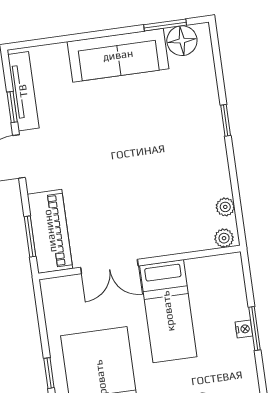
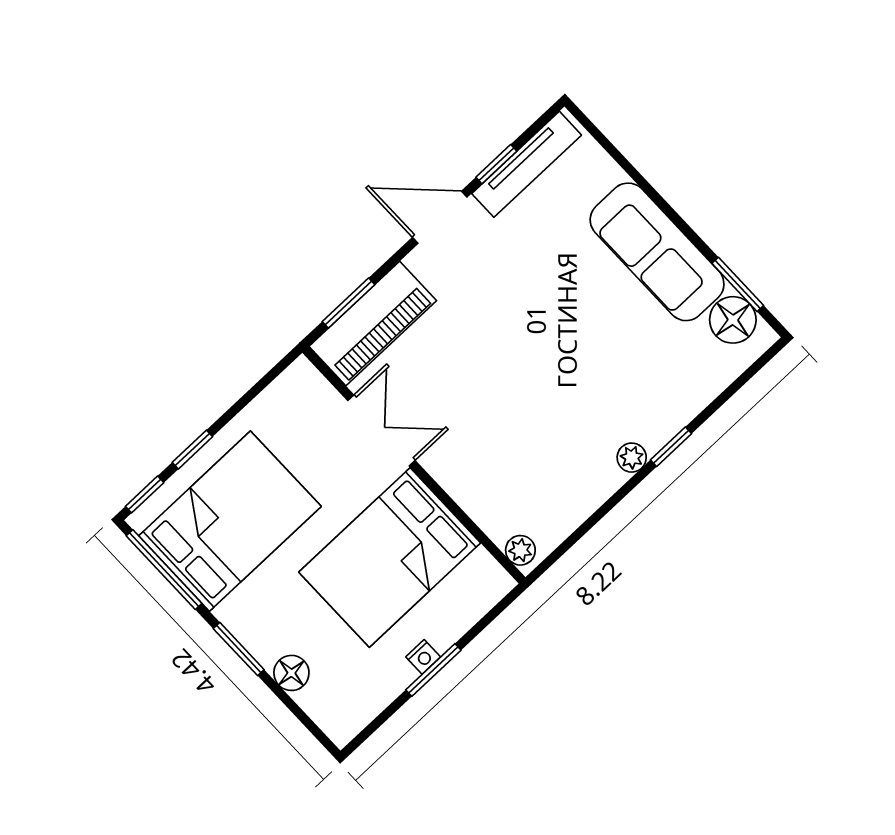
plant: (225, 207) -> (632, 458), moved
double door: (109, 267) -> (381, 430), swing flipped
bed: (168, 311) -> (390, 558), width x1.50

